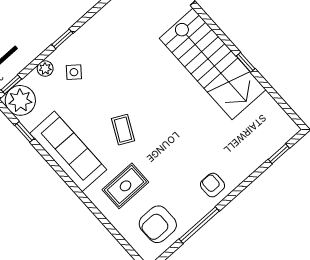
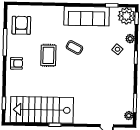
stairs: (213, 64) -> (42, 110), moved
rug: (125, 186) -> (48, 55), moved

